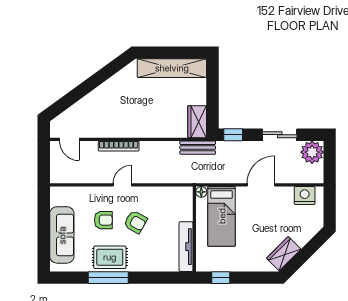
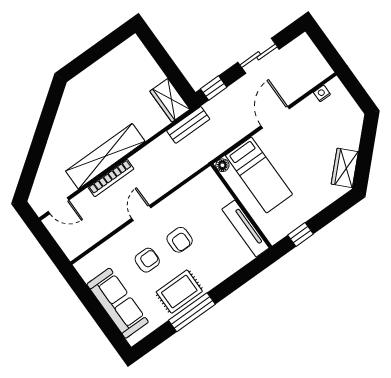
shelving: (172, 68) -> (105, 156), moved
plant: (312, 152) -> (302, 50), removed
nightstand: (305, 196) -> (322, 93), width x0.53, depth x0.56
armchair: (135, 222) -> (180, 240), turned 61

